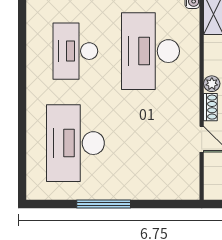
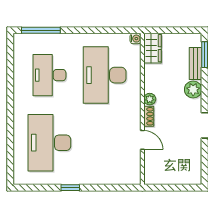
window: (104, 204) -> (70, 188), width x0.46

